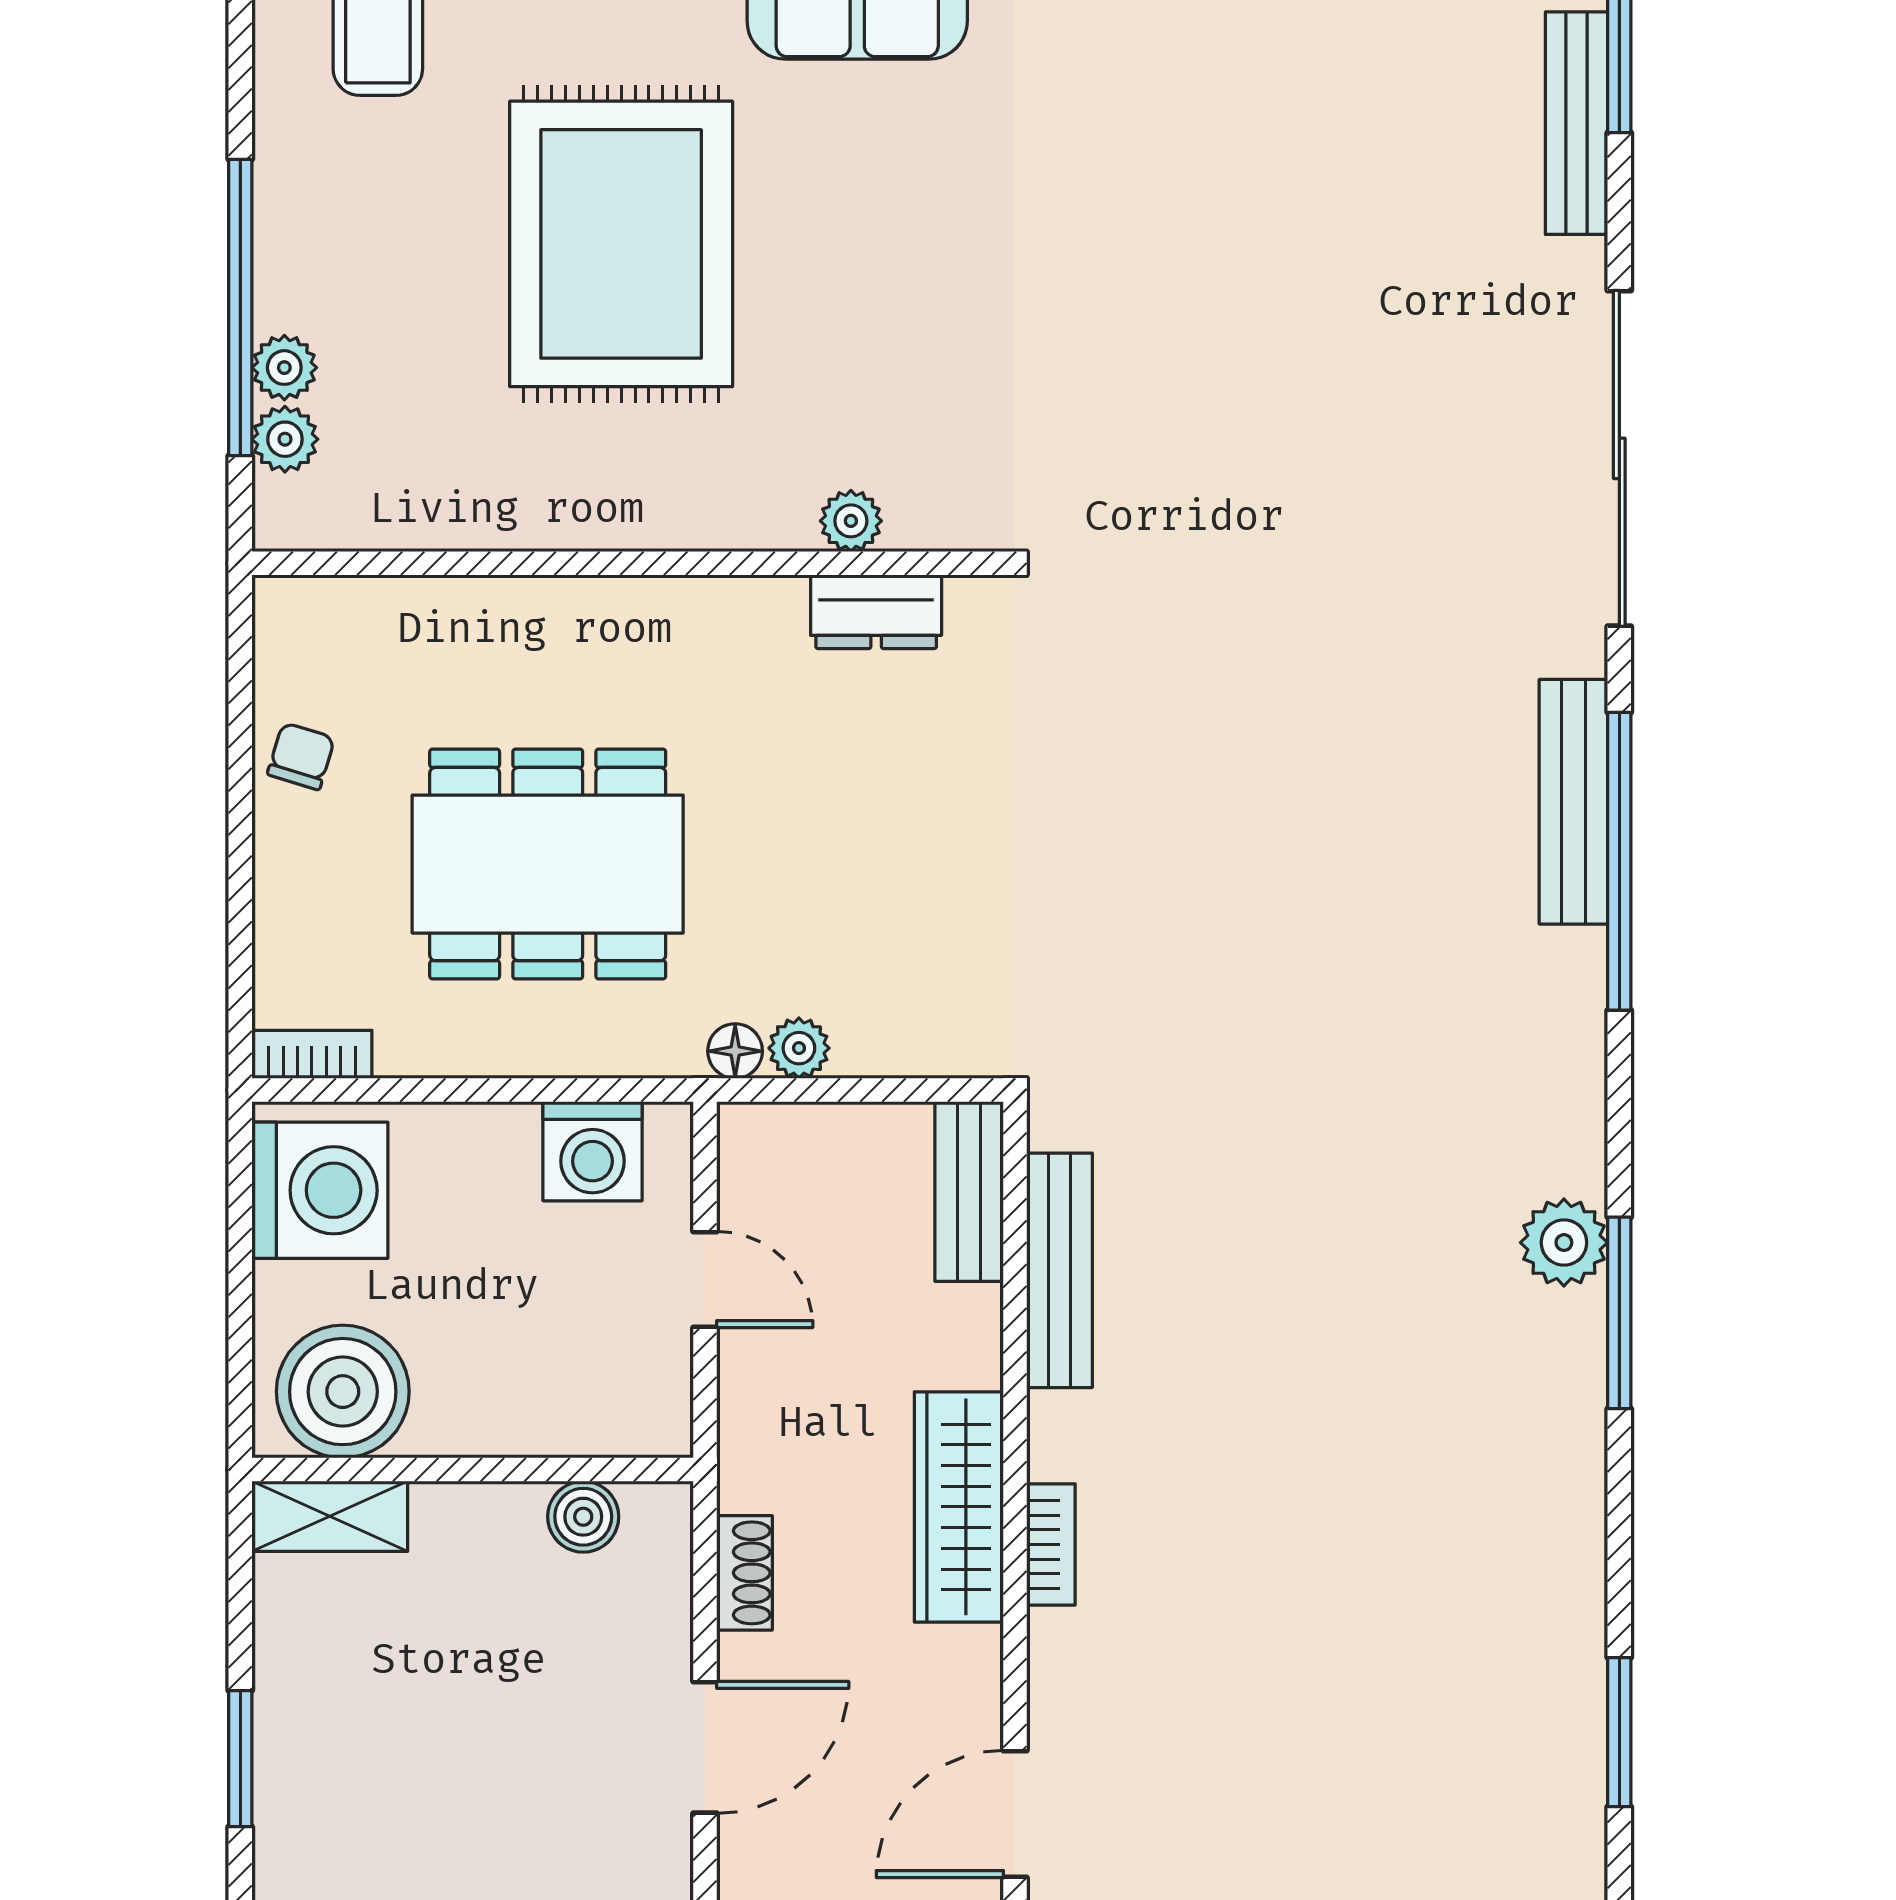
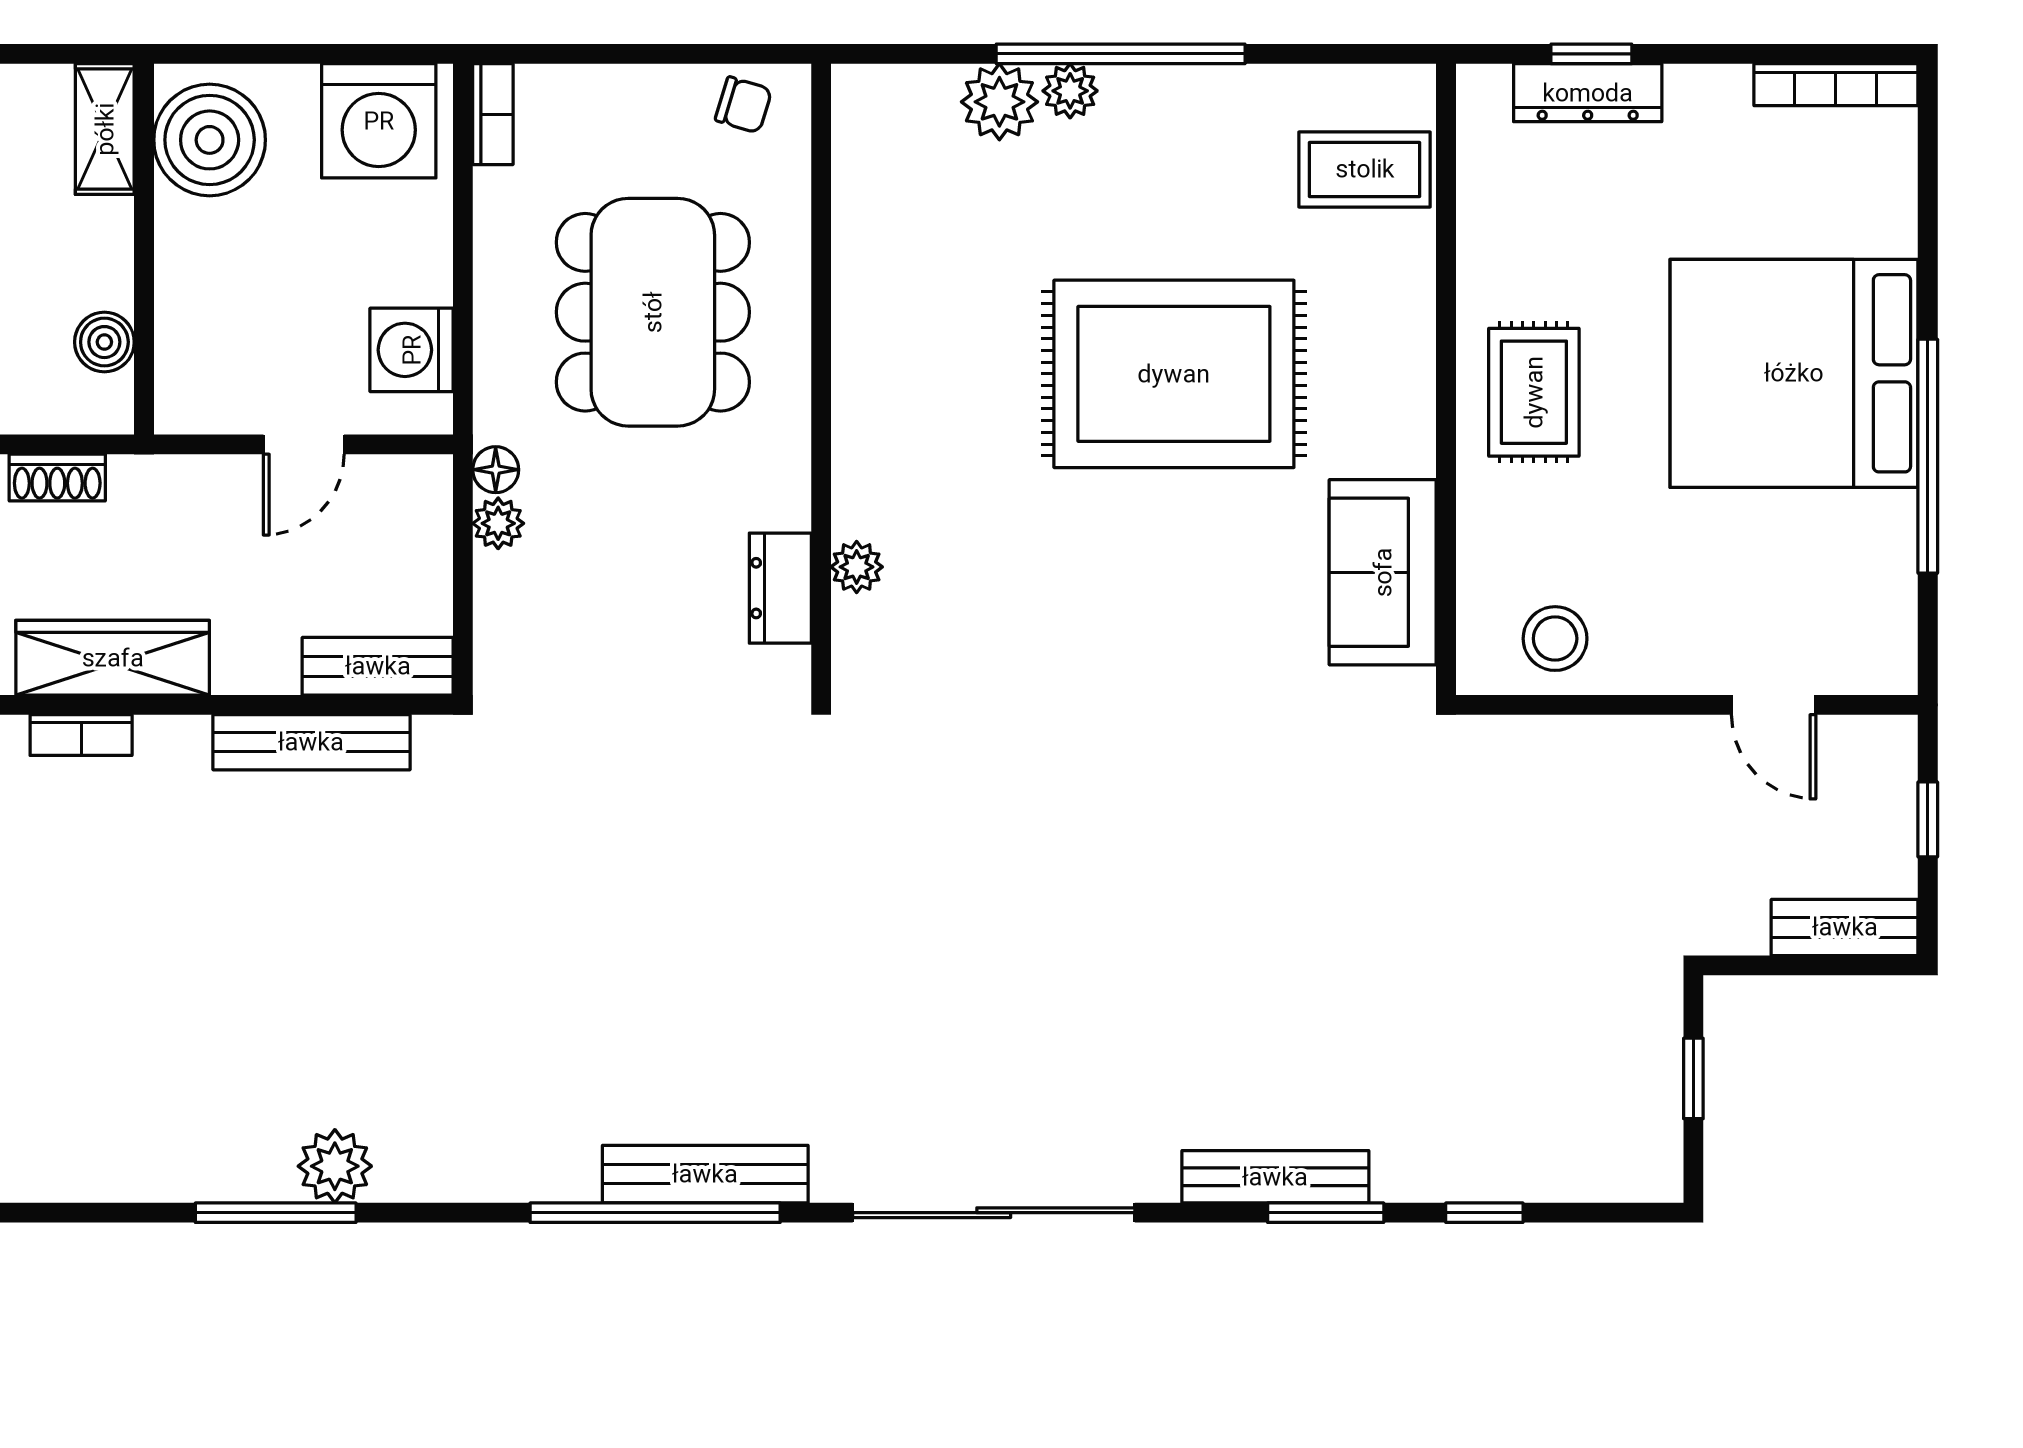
plant: (285, 439) -> (999, 102), width x1.38, depth x1.38
plant: (851, 521) -> (857, 567), moved
wall: (628, 563) -> (821, 379), moved
dresser: (876, 612) -> (780, 588), moved

